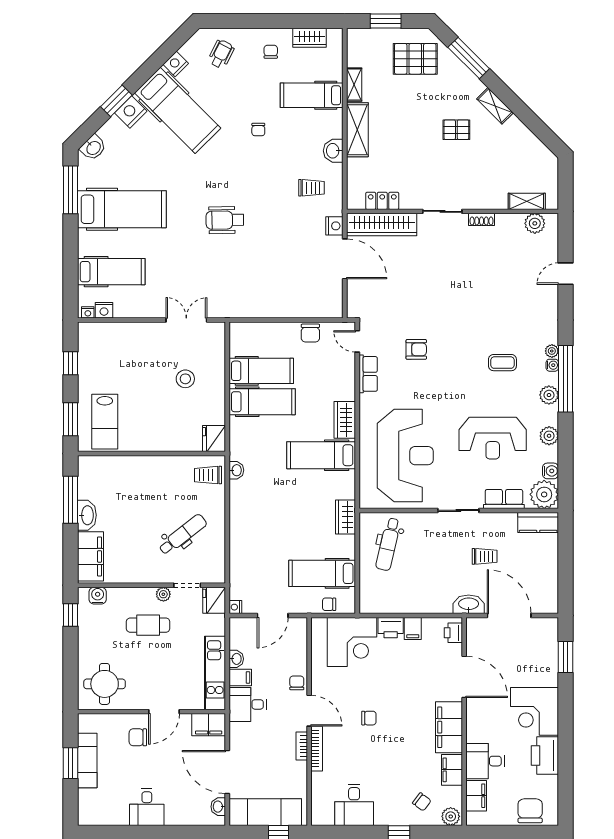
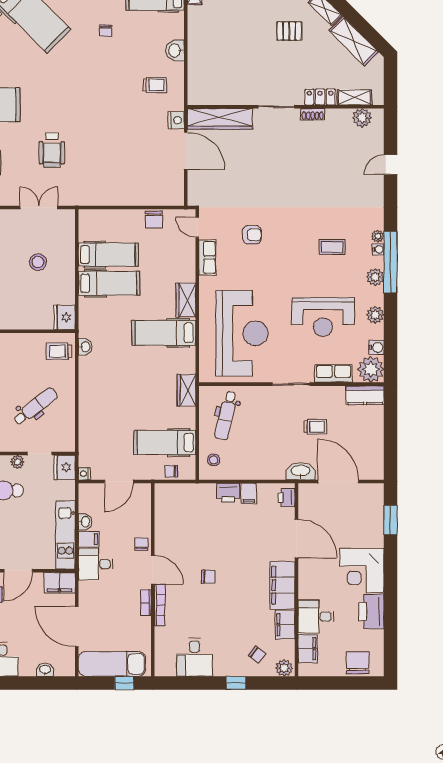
shelving: (357, 130) -> (354, 41), moved, turned -45
locker: (382, 201) -> (320, 97), moved
wheelchair: (225, 220) -> (52, 150), moved, turned -89
stool: (375, 592) -> (214, 460), added
corner desk: (352, 642) -> (192, 506), removed
washbasin: (218, 807) -> (45, 670), moved, turned 90

